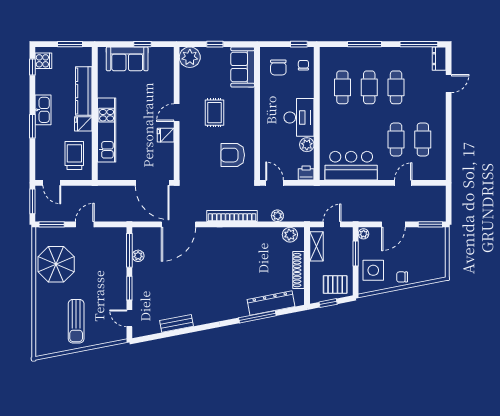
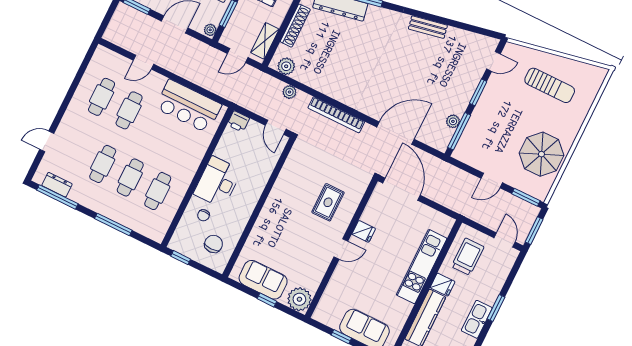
dresser: (439, 59) -> (57, 185), moved, turned -90
chair: (303, 65) -> (203, 215), moved
sofa: (243, 67) -> (263, 280), moved, turned -90
rug: (214, 113) -> (328, 202), moved
plant: (307, 145) -> (223, 150), removed
trolley: (74, 155) -> (468, 257), turned 180
armchair: (233, 155) -> (305, 177), removed
door: (129, 318) -> (493, 61), hinge flipped
sun lounger: (76, 321) -> (550, 85), turned 90
bench: (176, 323) -> (428, 27), moved

